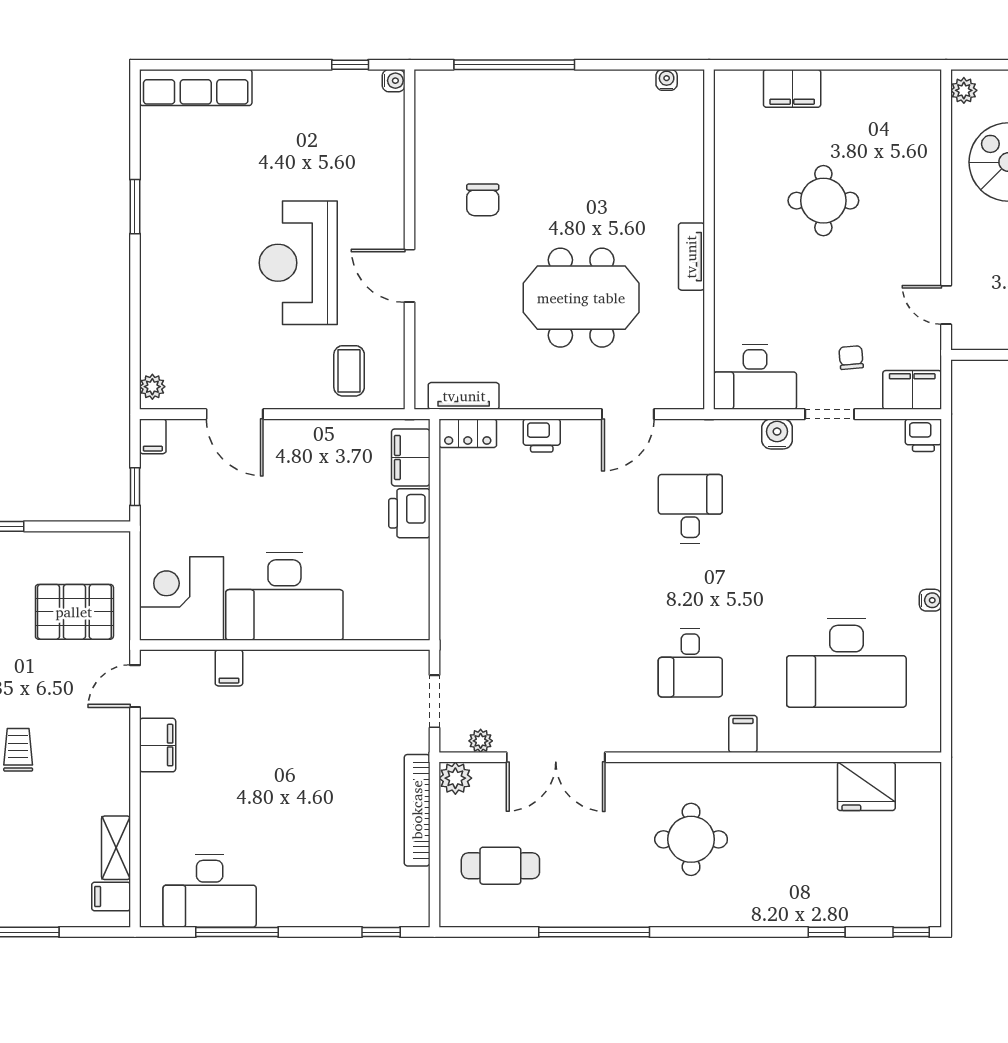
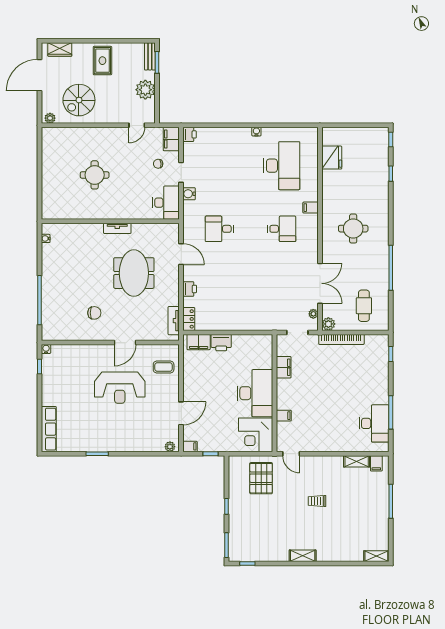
filing cabinet: (792, 88) -> (49, 188), removed
filing cabinet: (158, 745) -> (284, 367), moved, turned 90

